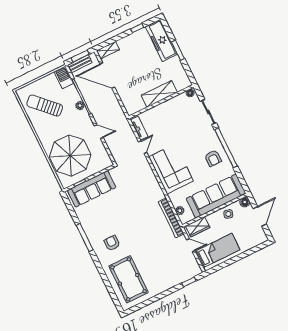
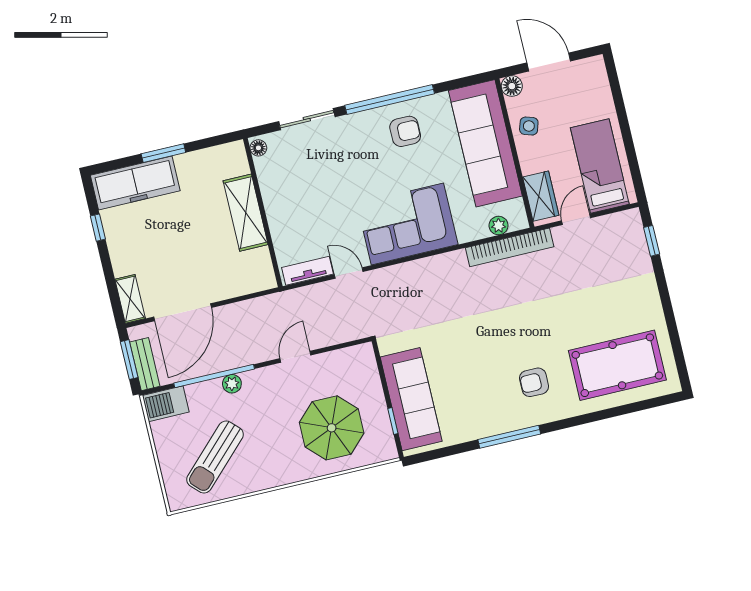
parasol: (70, 156) -> (332, 428), width x0.73, depth x0.73

